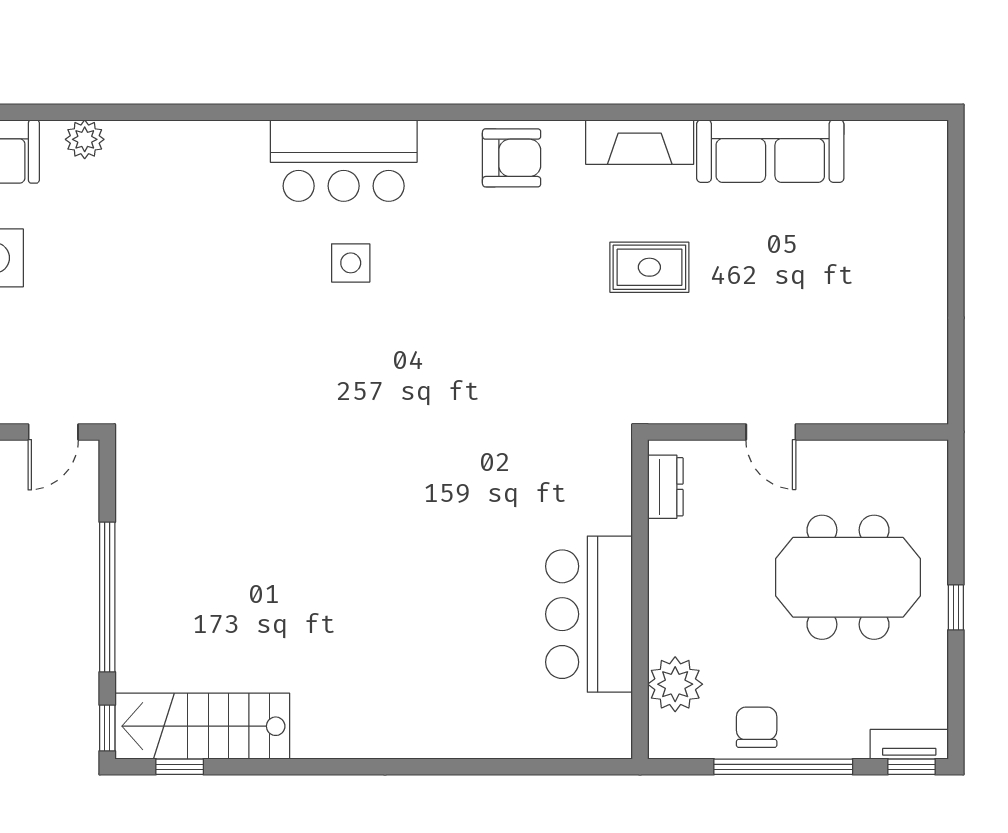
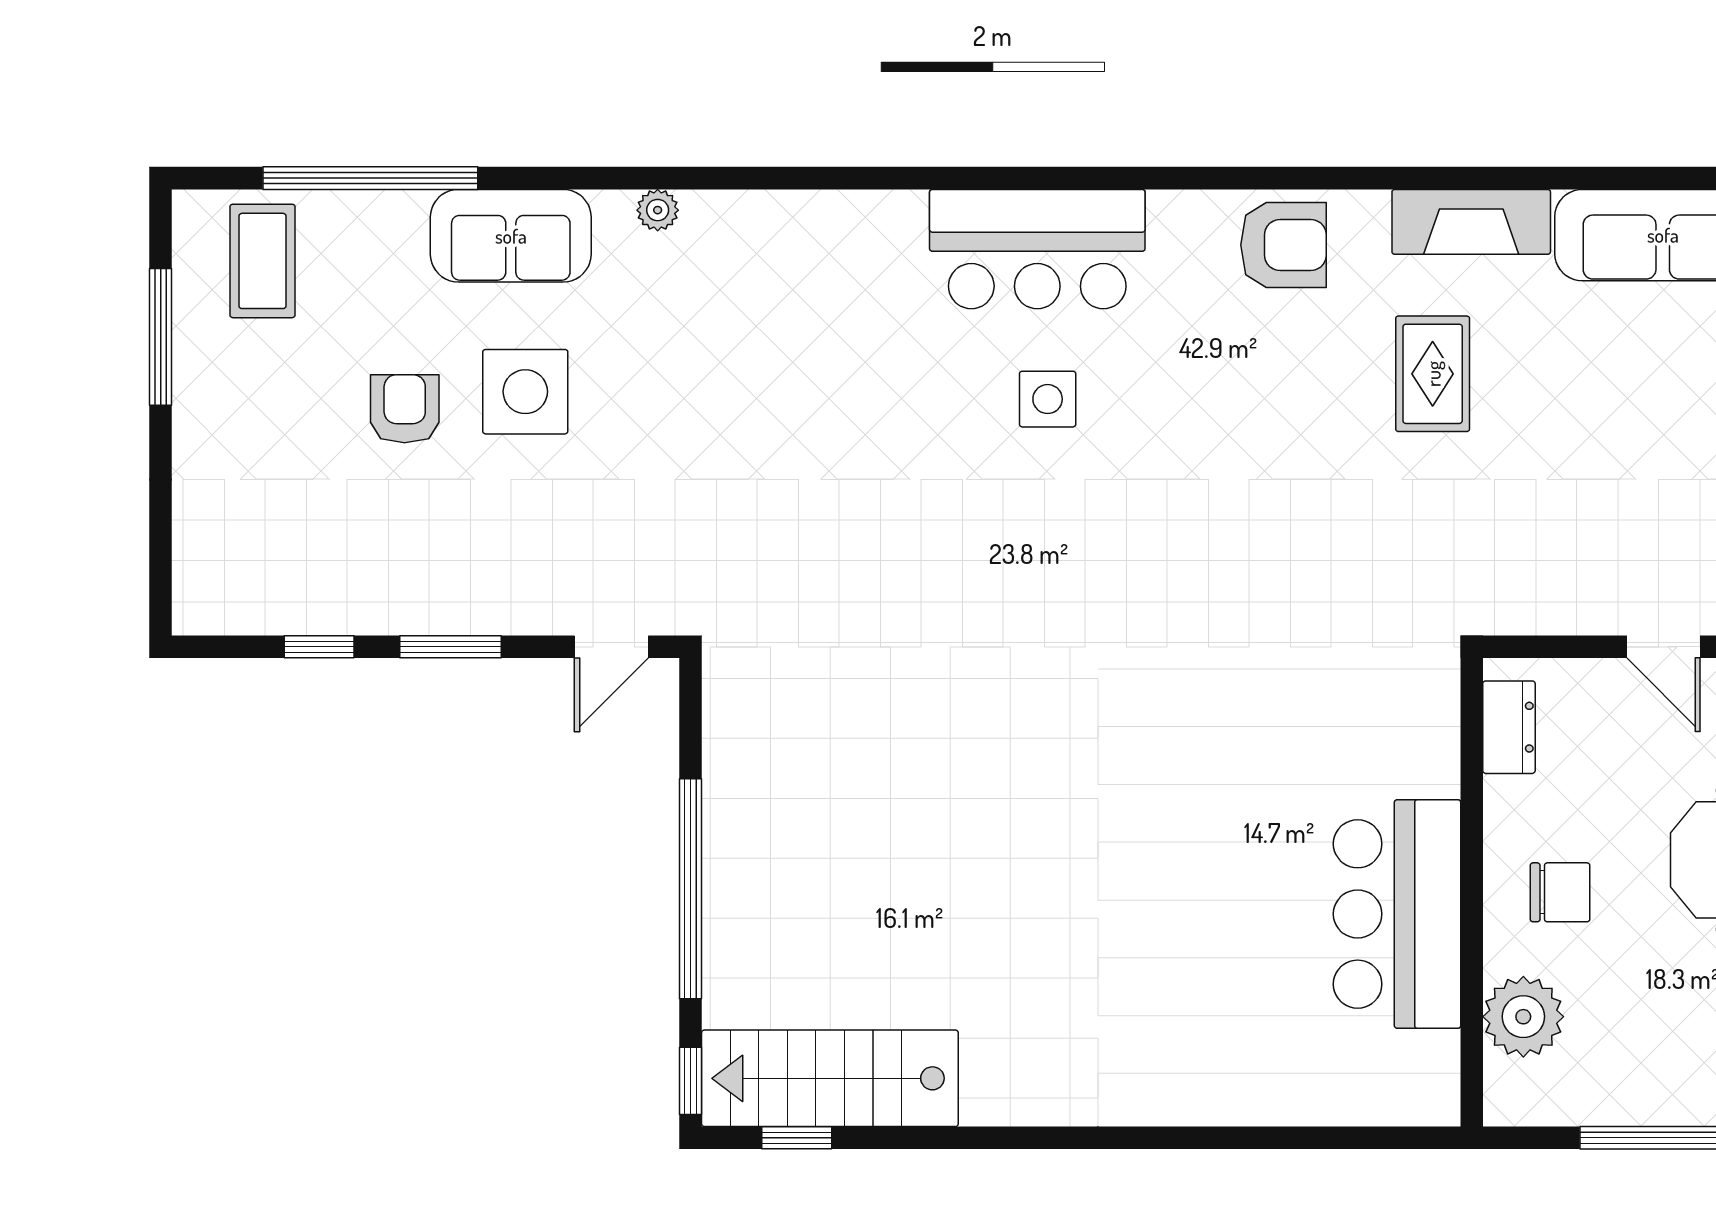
plant: (85, 139) -> (658, 210), width x0.73, depth x0.73
rug: (649, 267) -> (1433, 374), moved, turned 90
chair: (757, 727) -> (1560, 892), moved, turned 90

